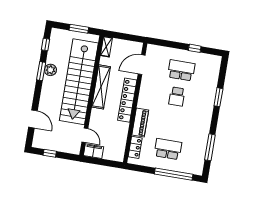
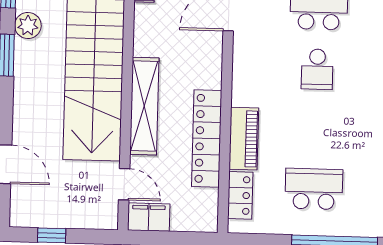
plant: (50, 70) -> (28, 26), moved
shelving: (101, 87) -> (144, 106), moved
locker: (127, 100) -> (207, 139), moved

